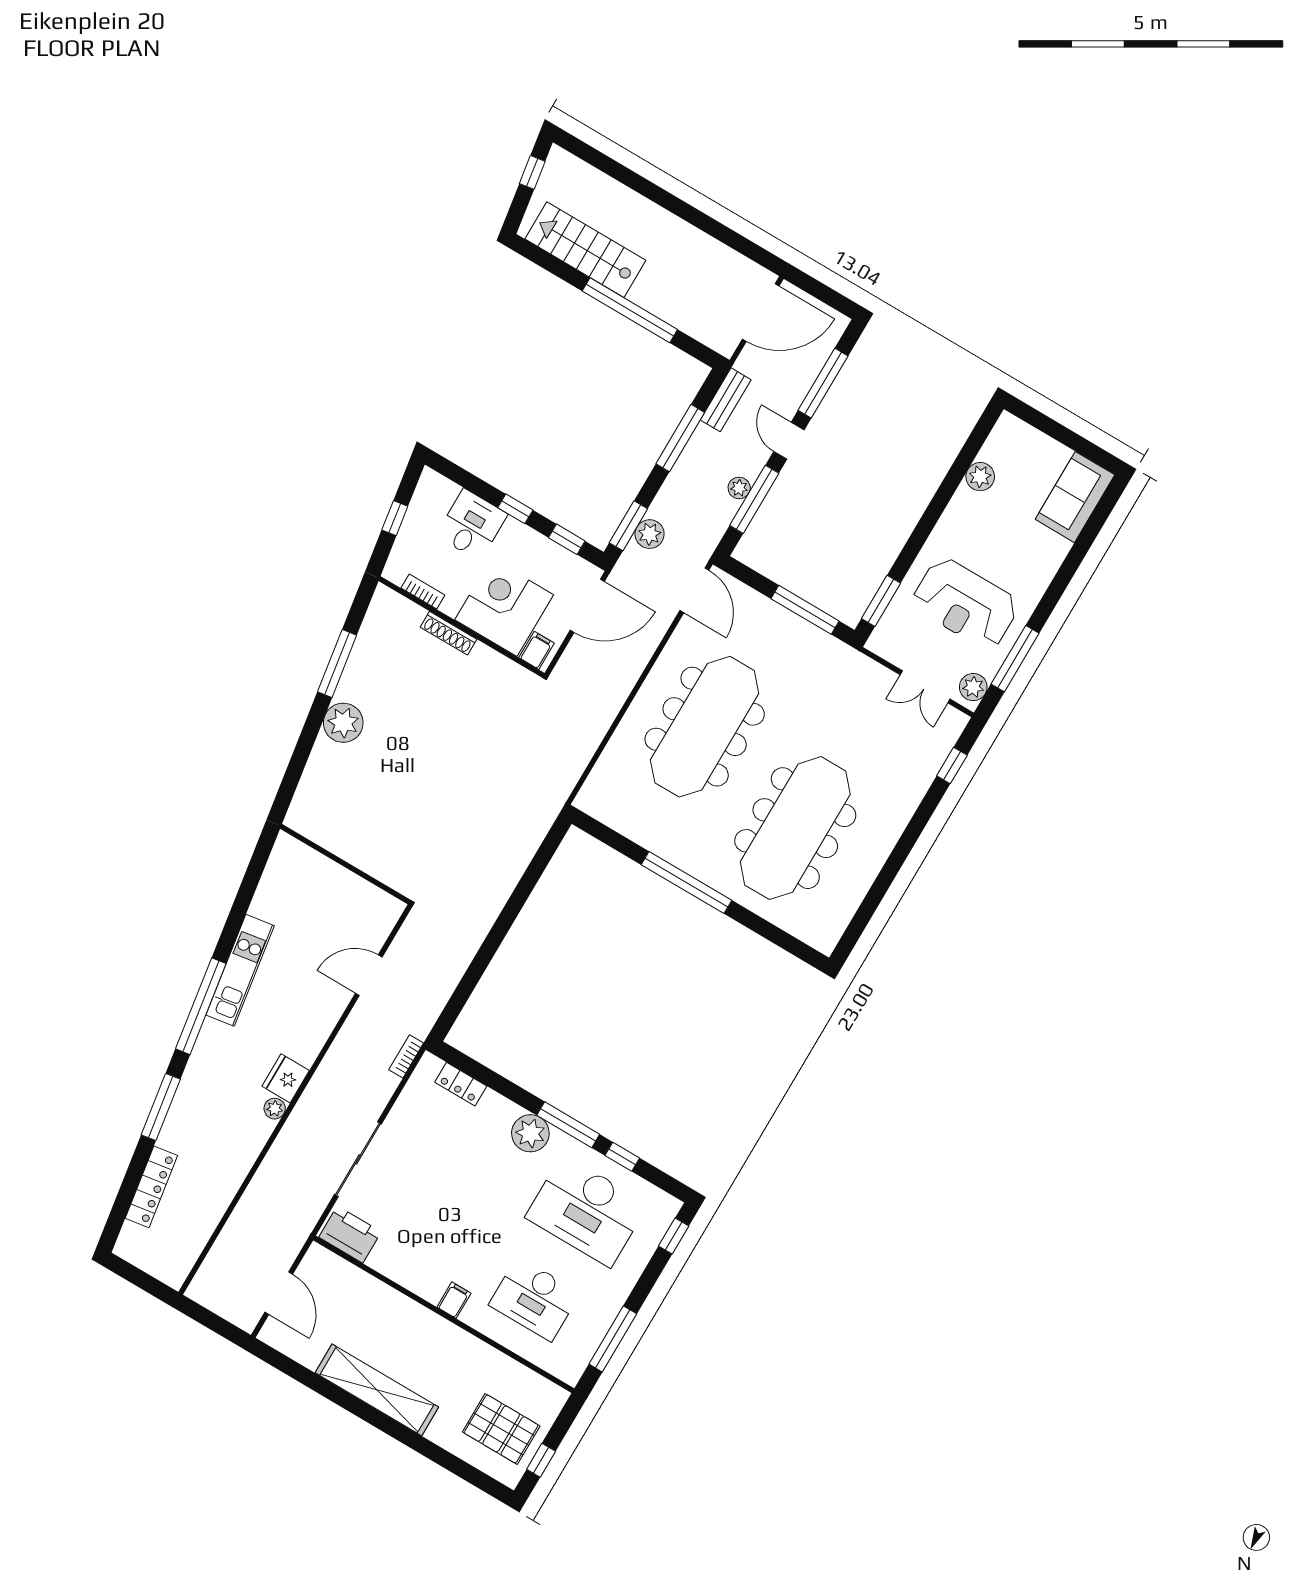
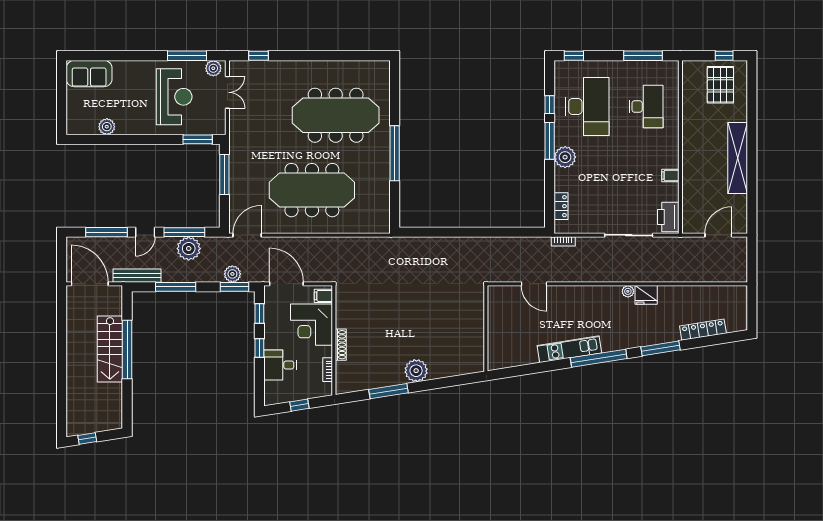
stairs: (585, 250) -> (110, 349), moved
bench: (726, 400) -> (137, 276), width x1.36
plant: (739, 488) -> (189, 249), width x1.88, depth x1.88
fridge: (286, 1078) -> (646, 295), moved
filing cabinet: (454, 1300) -> (670, 176), moved

